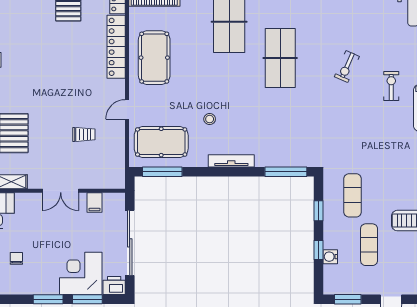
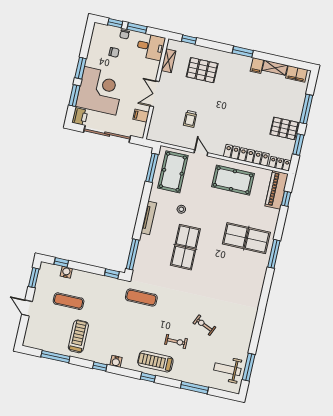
table tennis table: (280, 58) -> (185, 247), moved, turned 90
exercise bike: (347, 67) -> (204, 325), moved
exercise mat: (353, 195) -> (141, 298), moved
window: (319, 211) -> (112, 274), moved
window: (319, 250) -> (61, 262), moved
corner desk: (81, 273) -> (100, 91), width x1.36, depth x1.36

